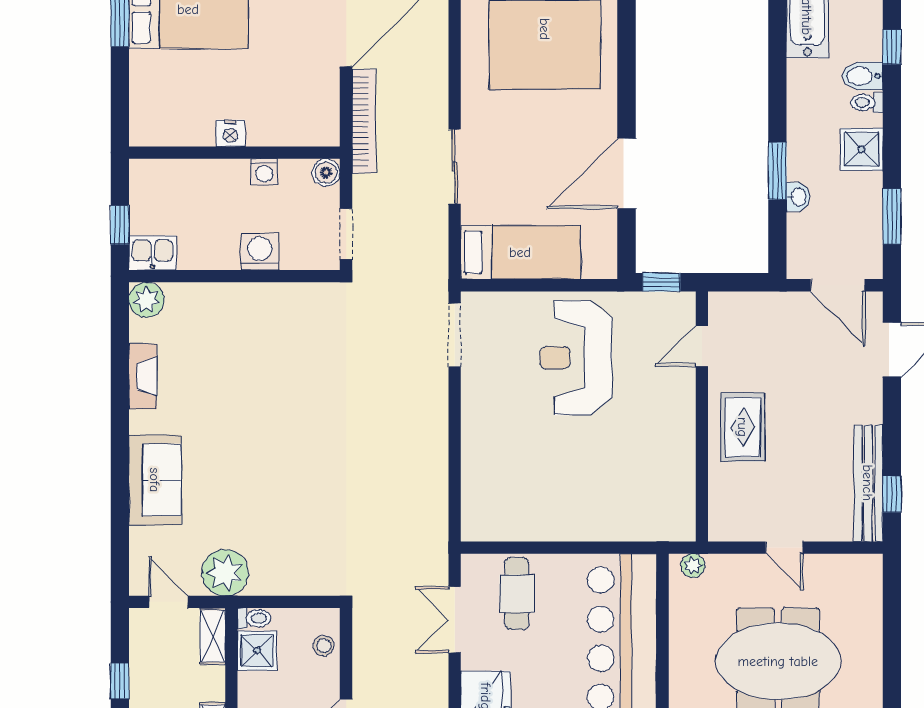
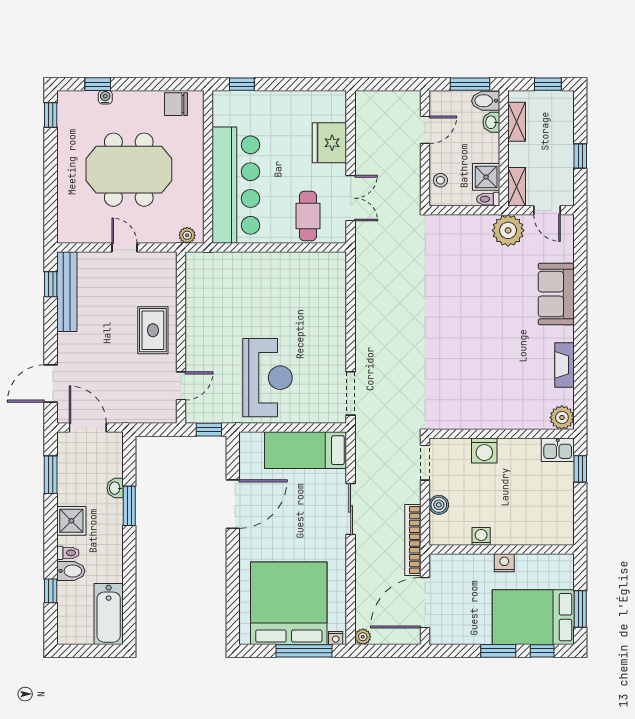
nightstand: (231, 133) -> (504, 563), moved
wall: (234, 153) -> (502, 550), moved
washing machine: (264, 172) -> (481, 536), moved

